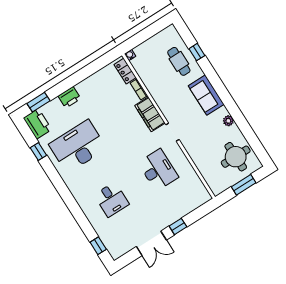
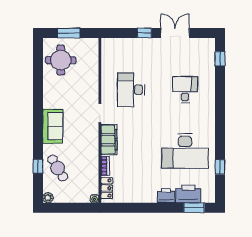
cafe table: (179, 61) -> (58, 168), turned -31
plant: (228, 121) -> (48, 198), moved
printer: (37, 124) -> (188, 194), moved, turned 90

